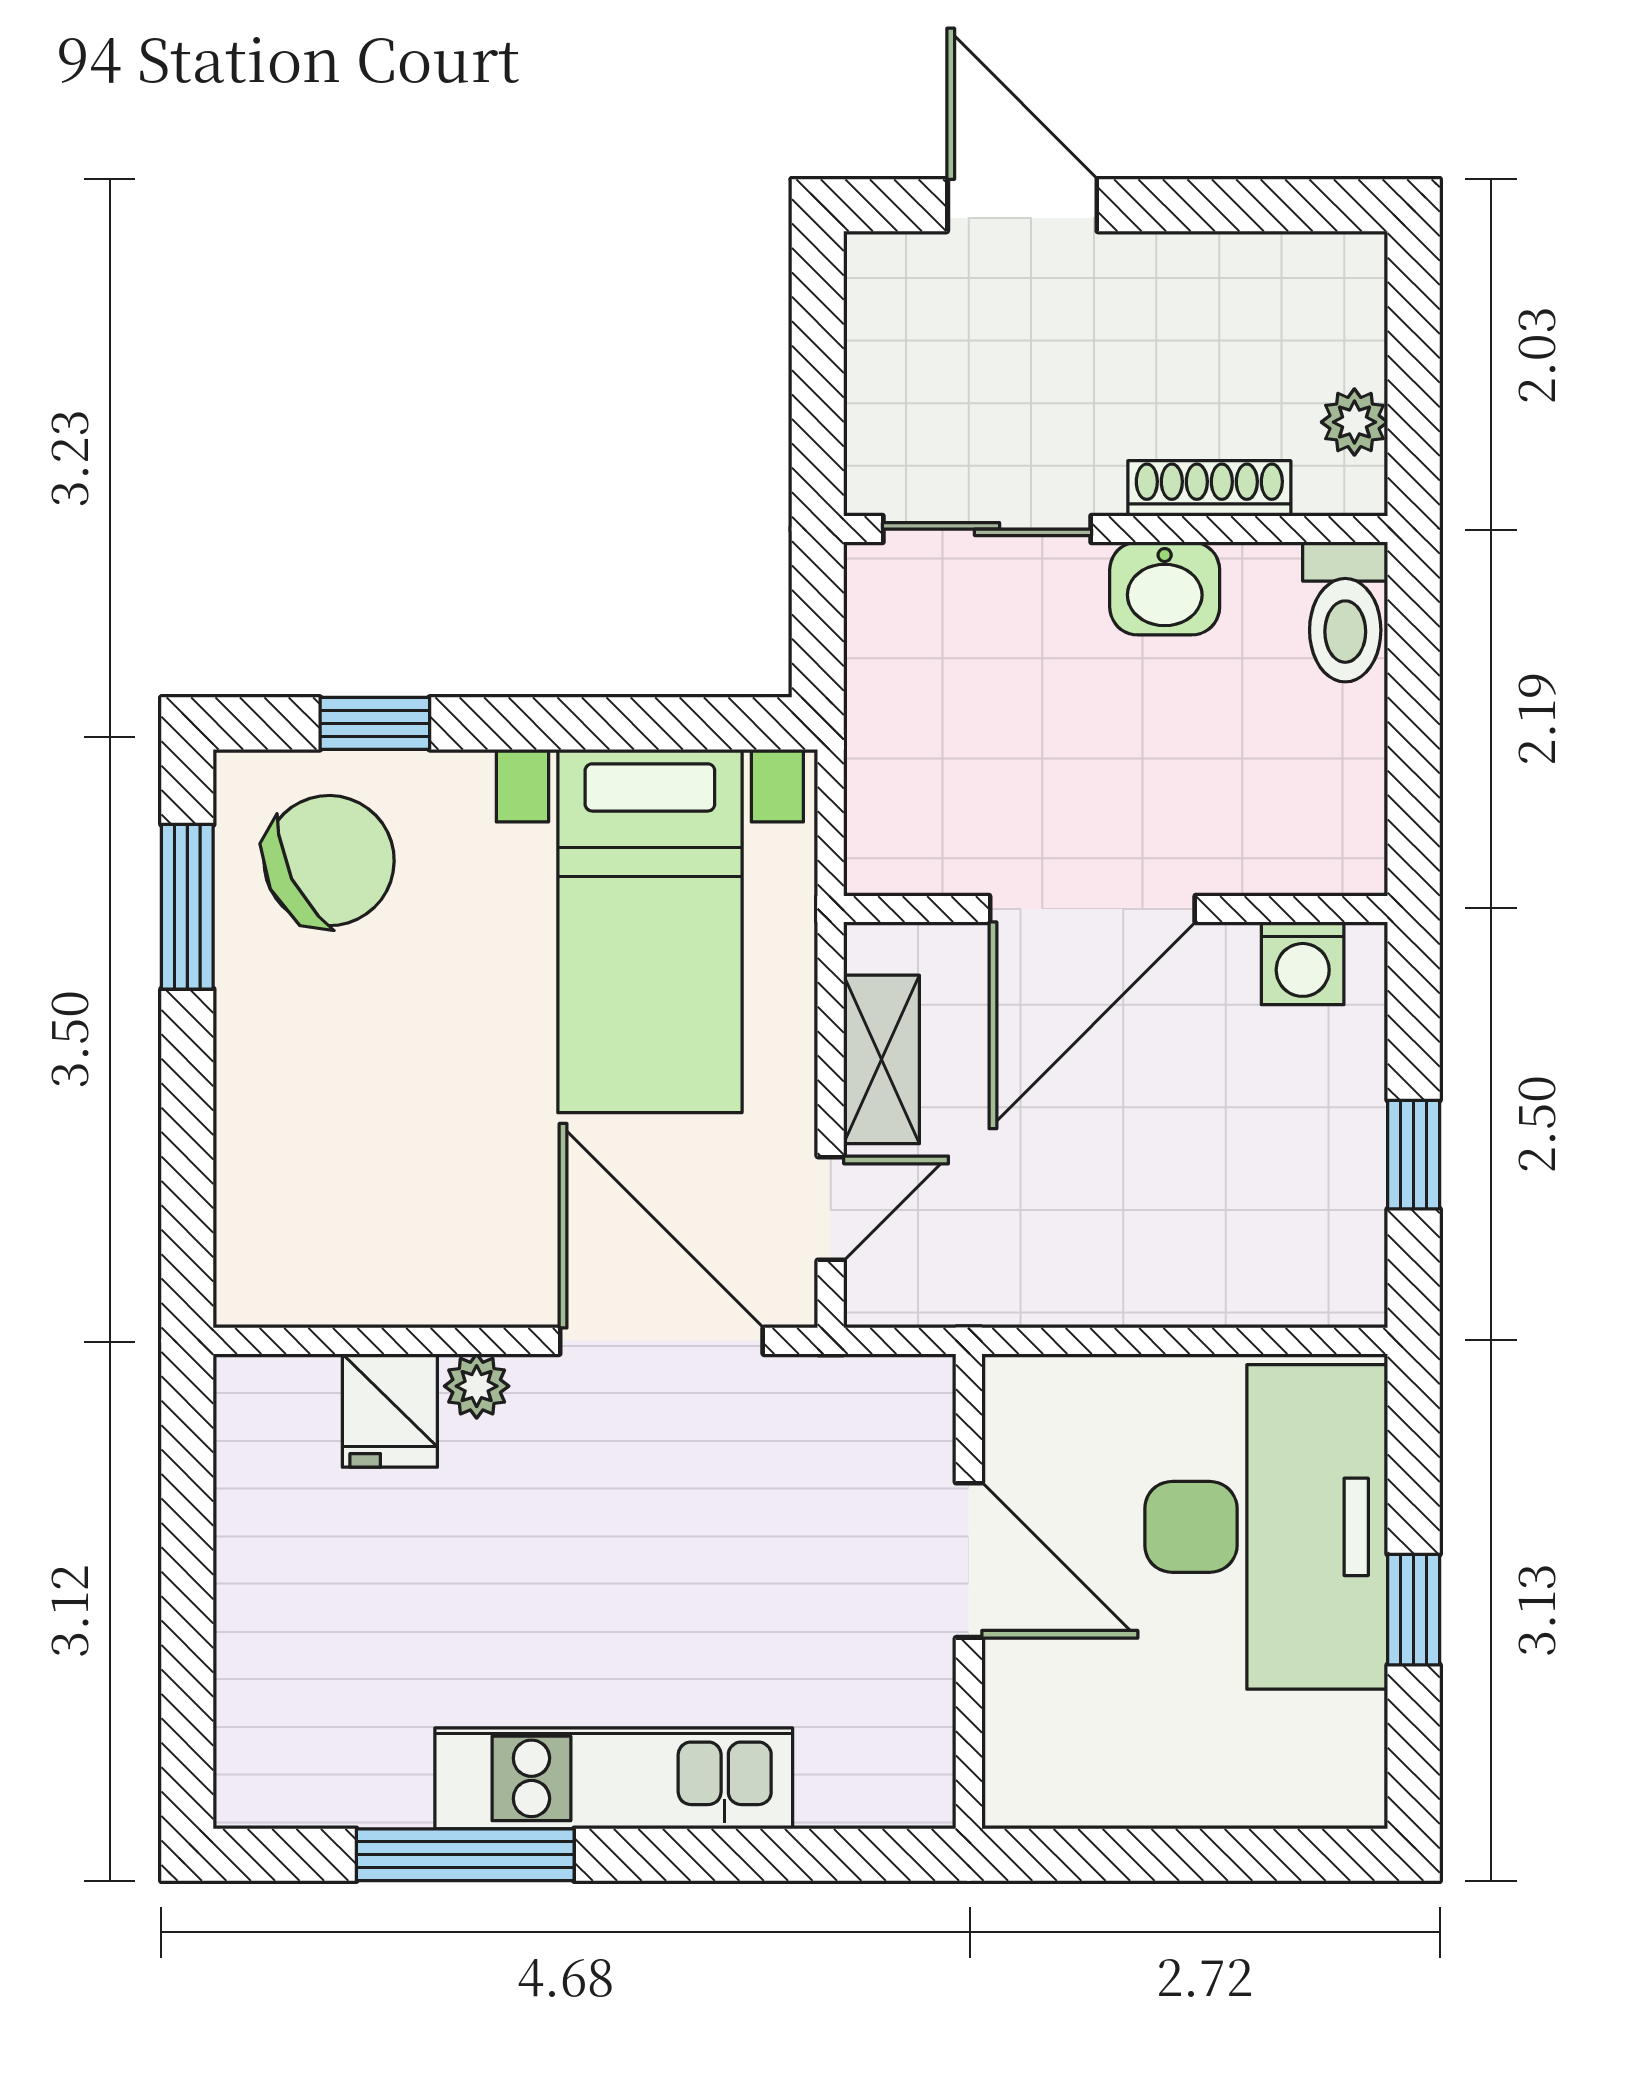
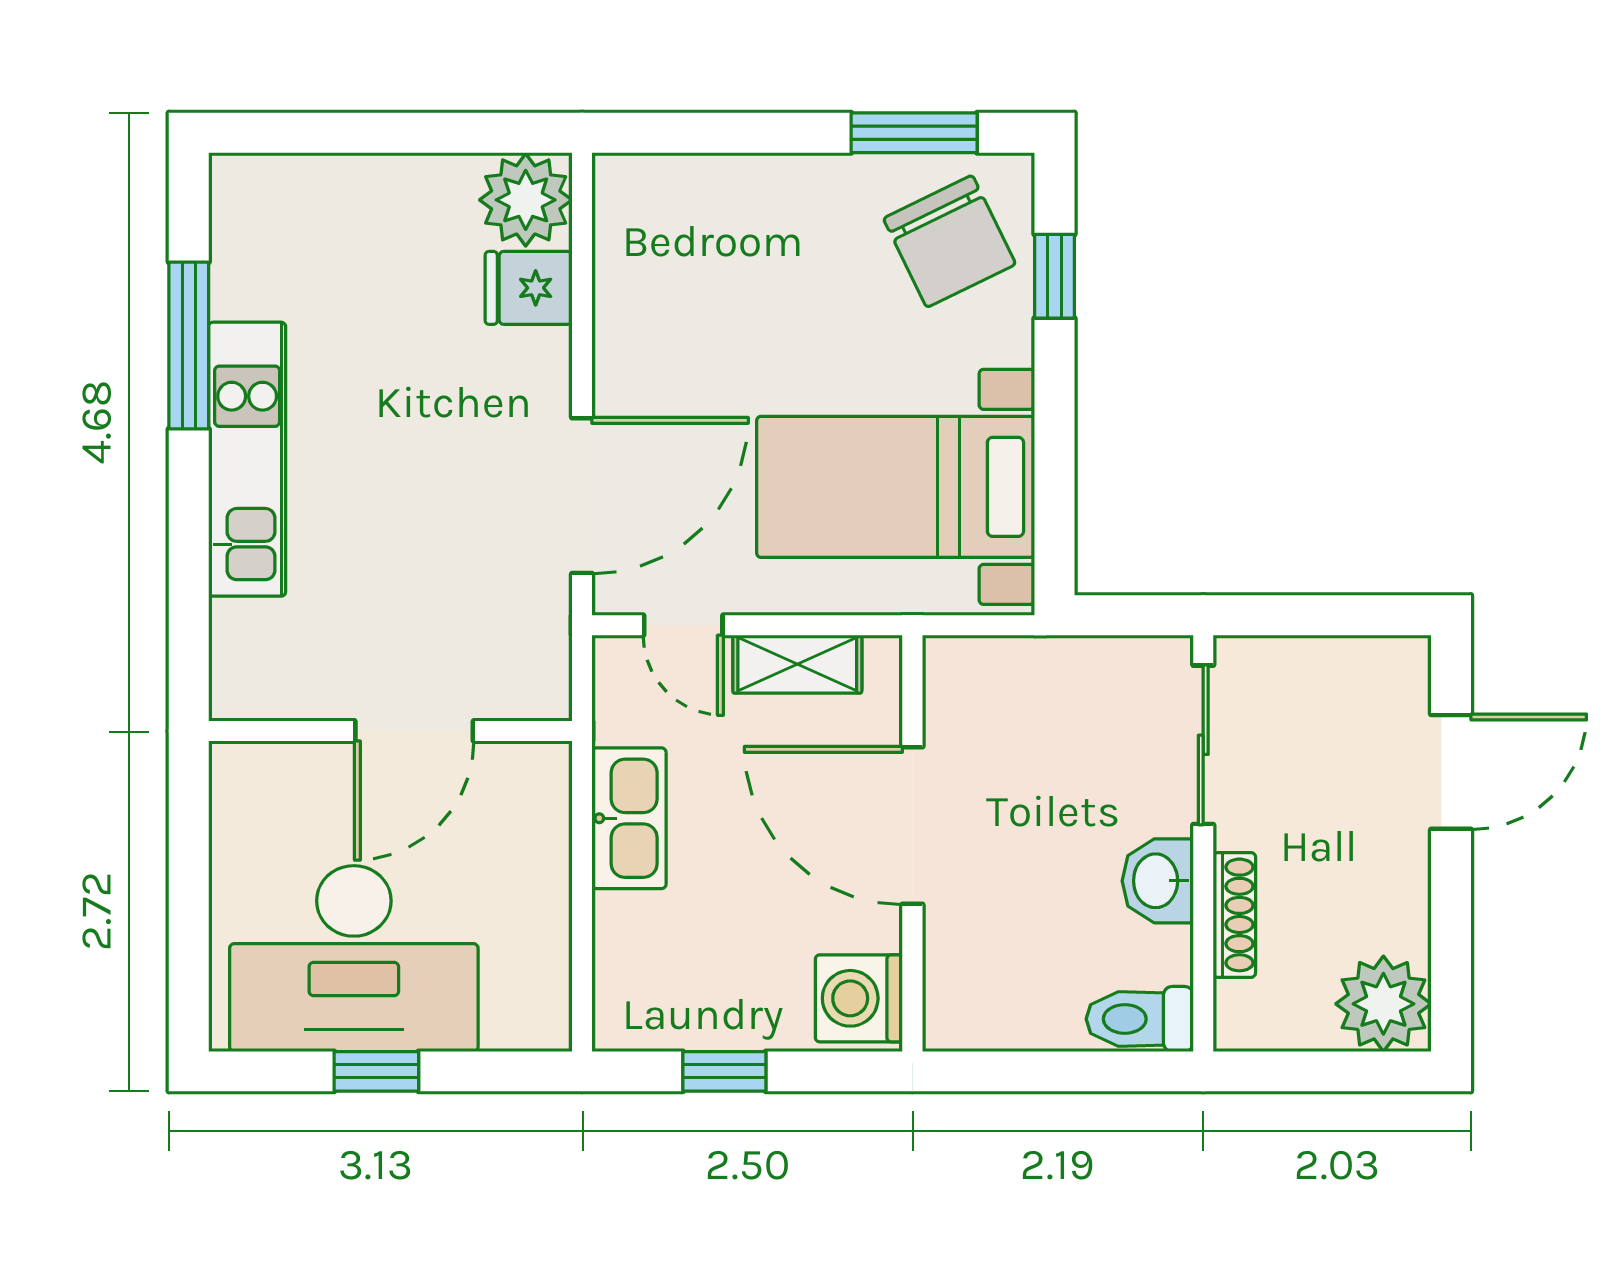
plant: (1354, 422) -> (1383, 1004), moved, width x1.88, depth x1.88
washing machine: (1303, 963) -> (859, 998), width x1.38, depth x1.38
kitchen sink: (1083, 1279) -> (629, 818), added
plant: (477, 1386) -> (526, 200), moved, width x1.87, depth x1.87
desk: (1266, 1527) -> (354, 959), moved

